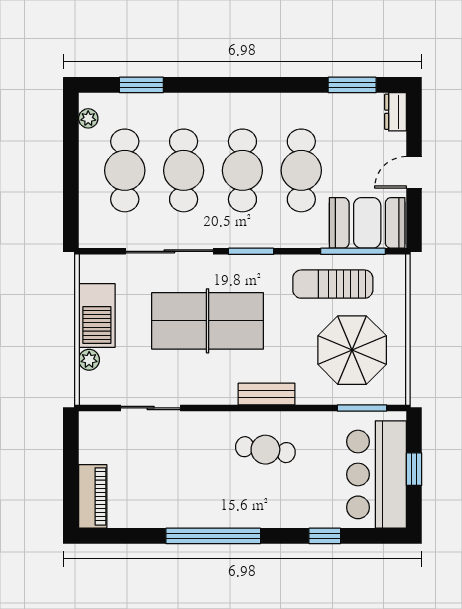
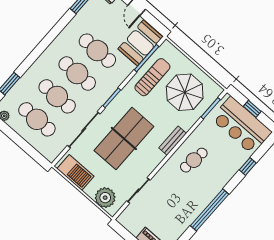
sun lounger: (333, 284) -> (152, 77), turned 180
barbecue: (97, 315) -> (75, 172), moved
plant: (89, 360) -> (105, 198), width x1.88, depth x1.88

